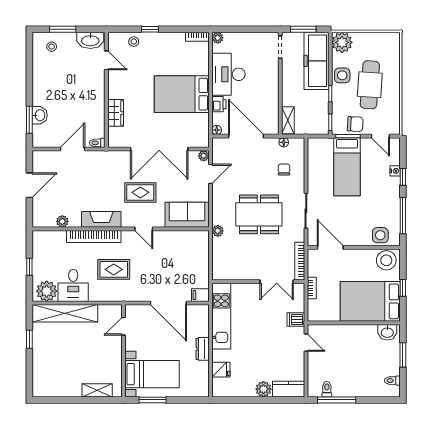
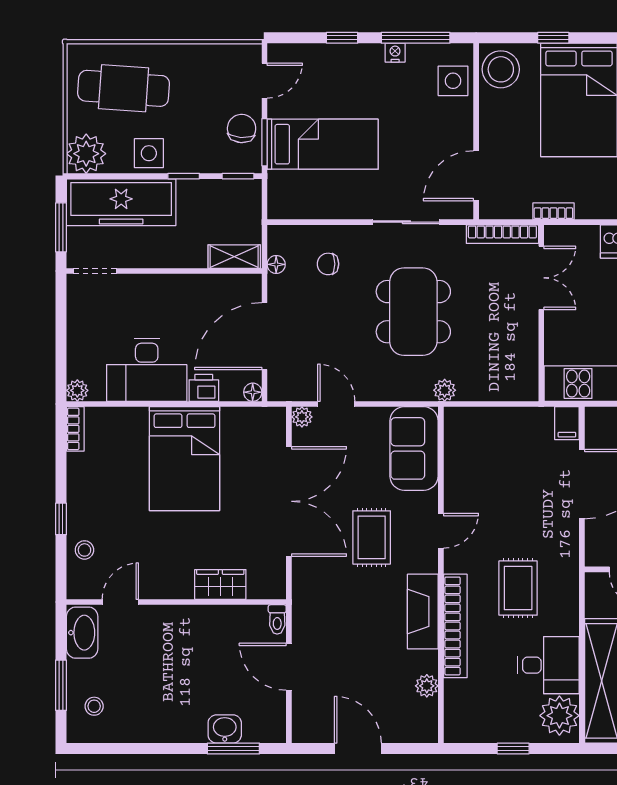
cafe table: (370, 85) -> (124, 88), moved
nightstand: (395, 171) -> (395, 53), moved

